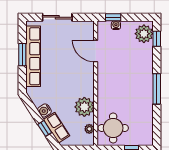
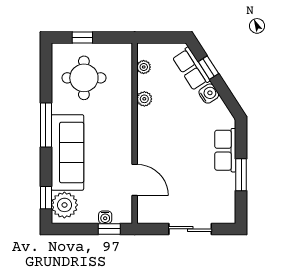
row of seats: (33, 56) -> (225, 150), width x0.50
sofa: (142, 70) -> (67, 152), added
plant: (84, 107) -> (144, 99), width x0.53, depth x0.53
round table: (113, 128) -> (84, 78), moved

